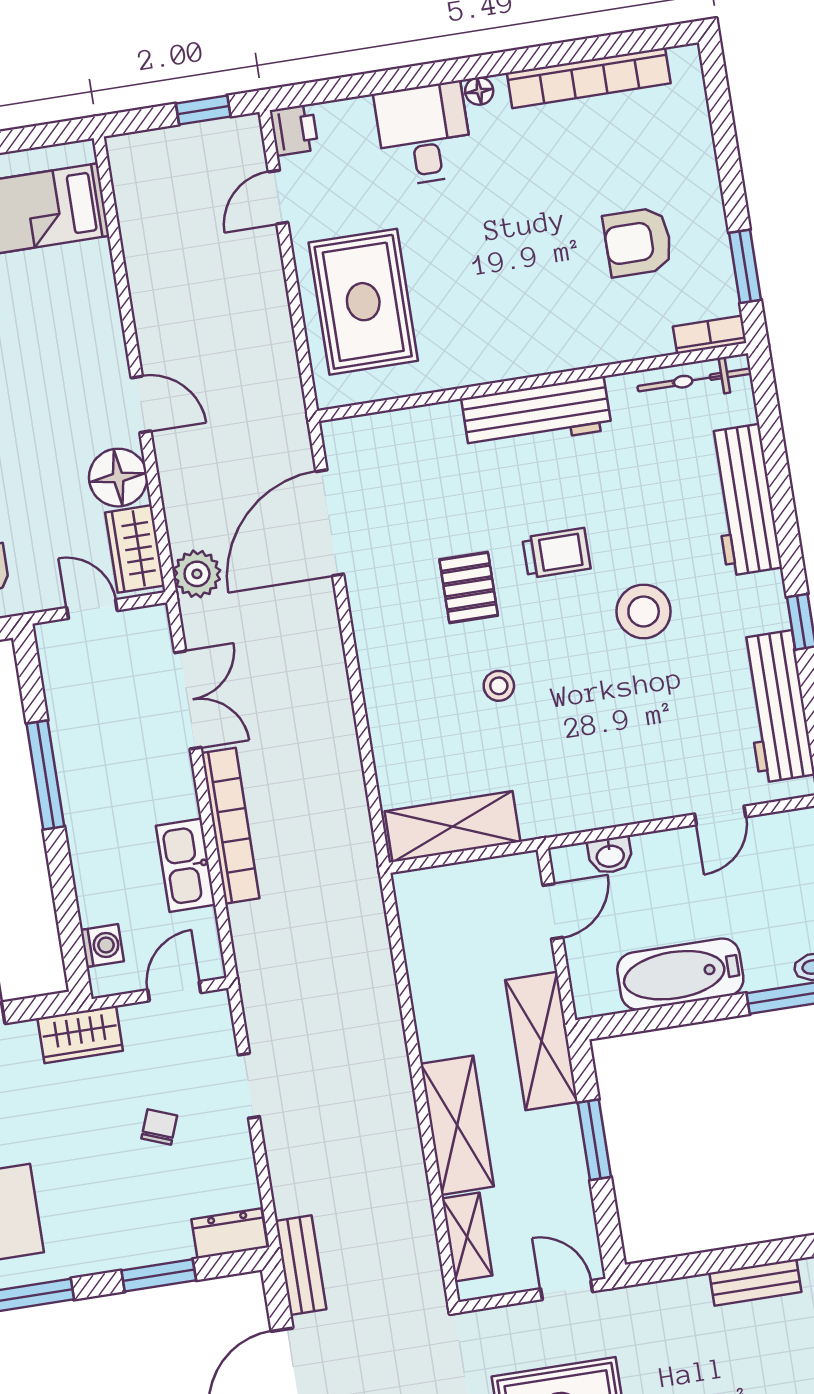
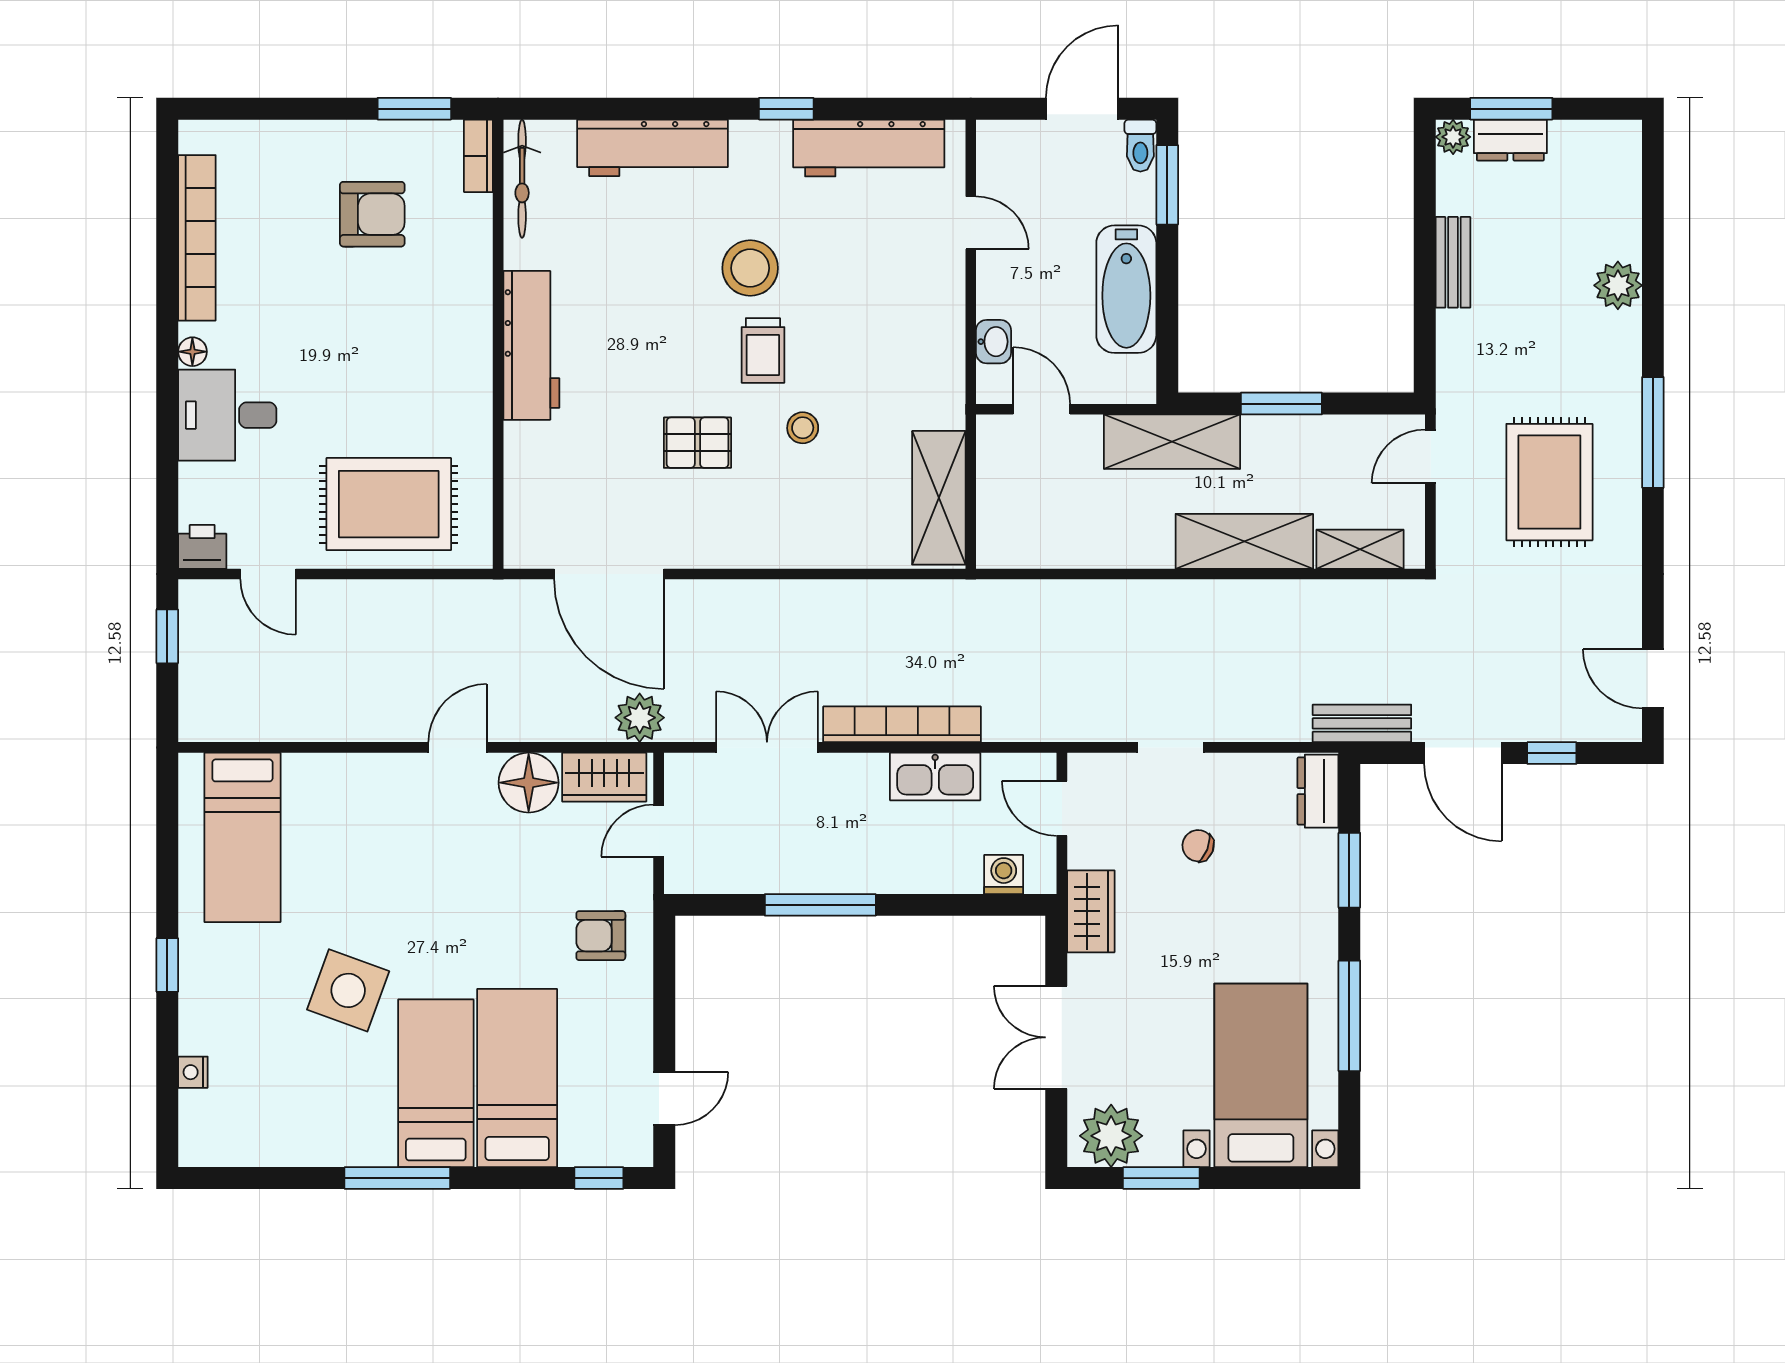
armchair: (638, 242) -> (372, 214), turned -90
trolley: (557, 553) -> (763, 350), moved, turned 180

